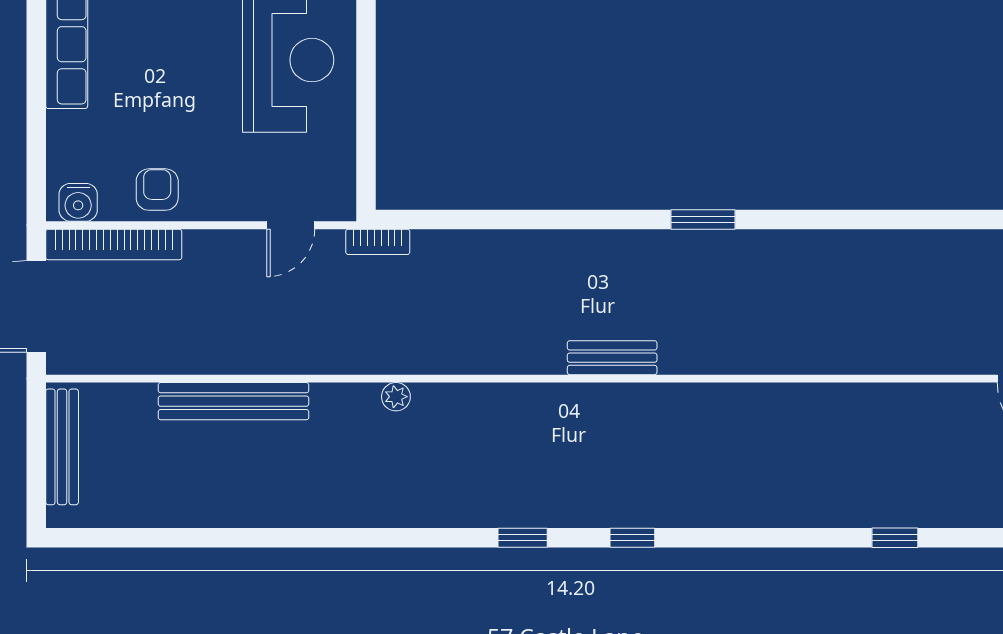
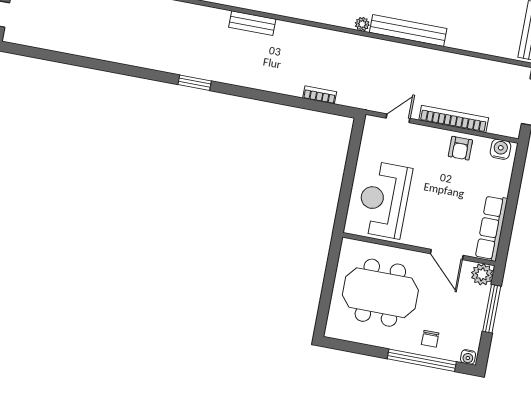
bookcase: (378, 242) -> (320, 95), moved
bookcase: (114, 244) -> (454, 119), moved
bench: (234, 401) -> (408, 30), moved

